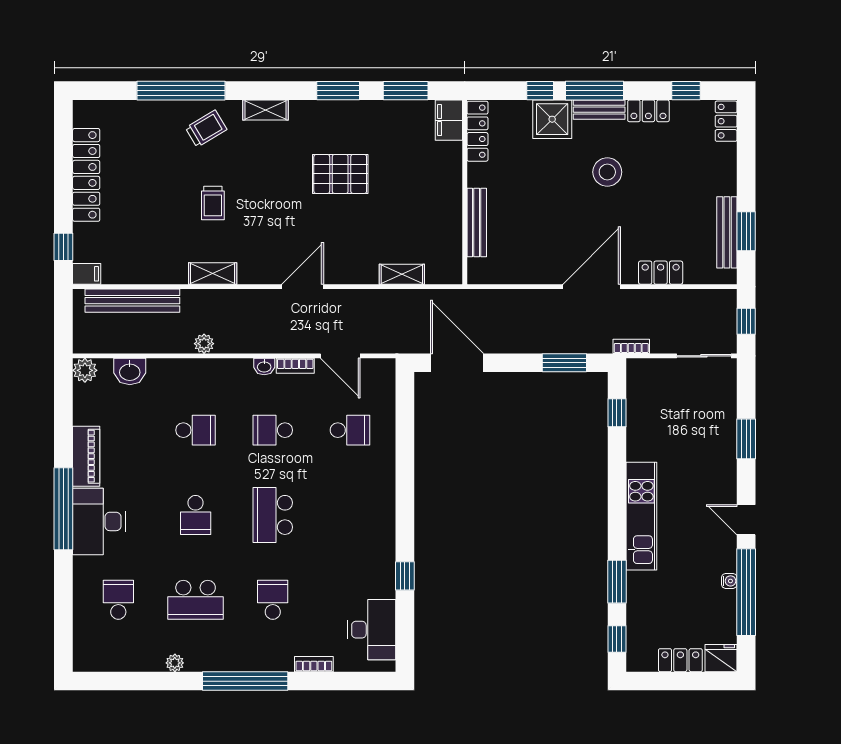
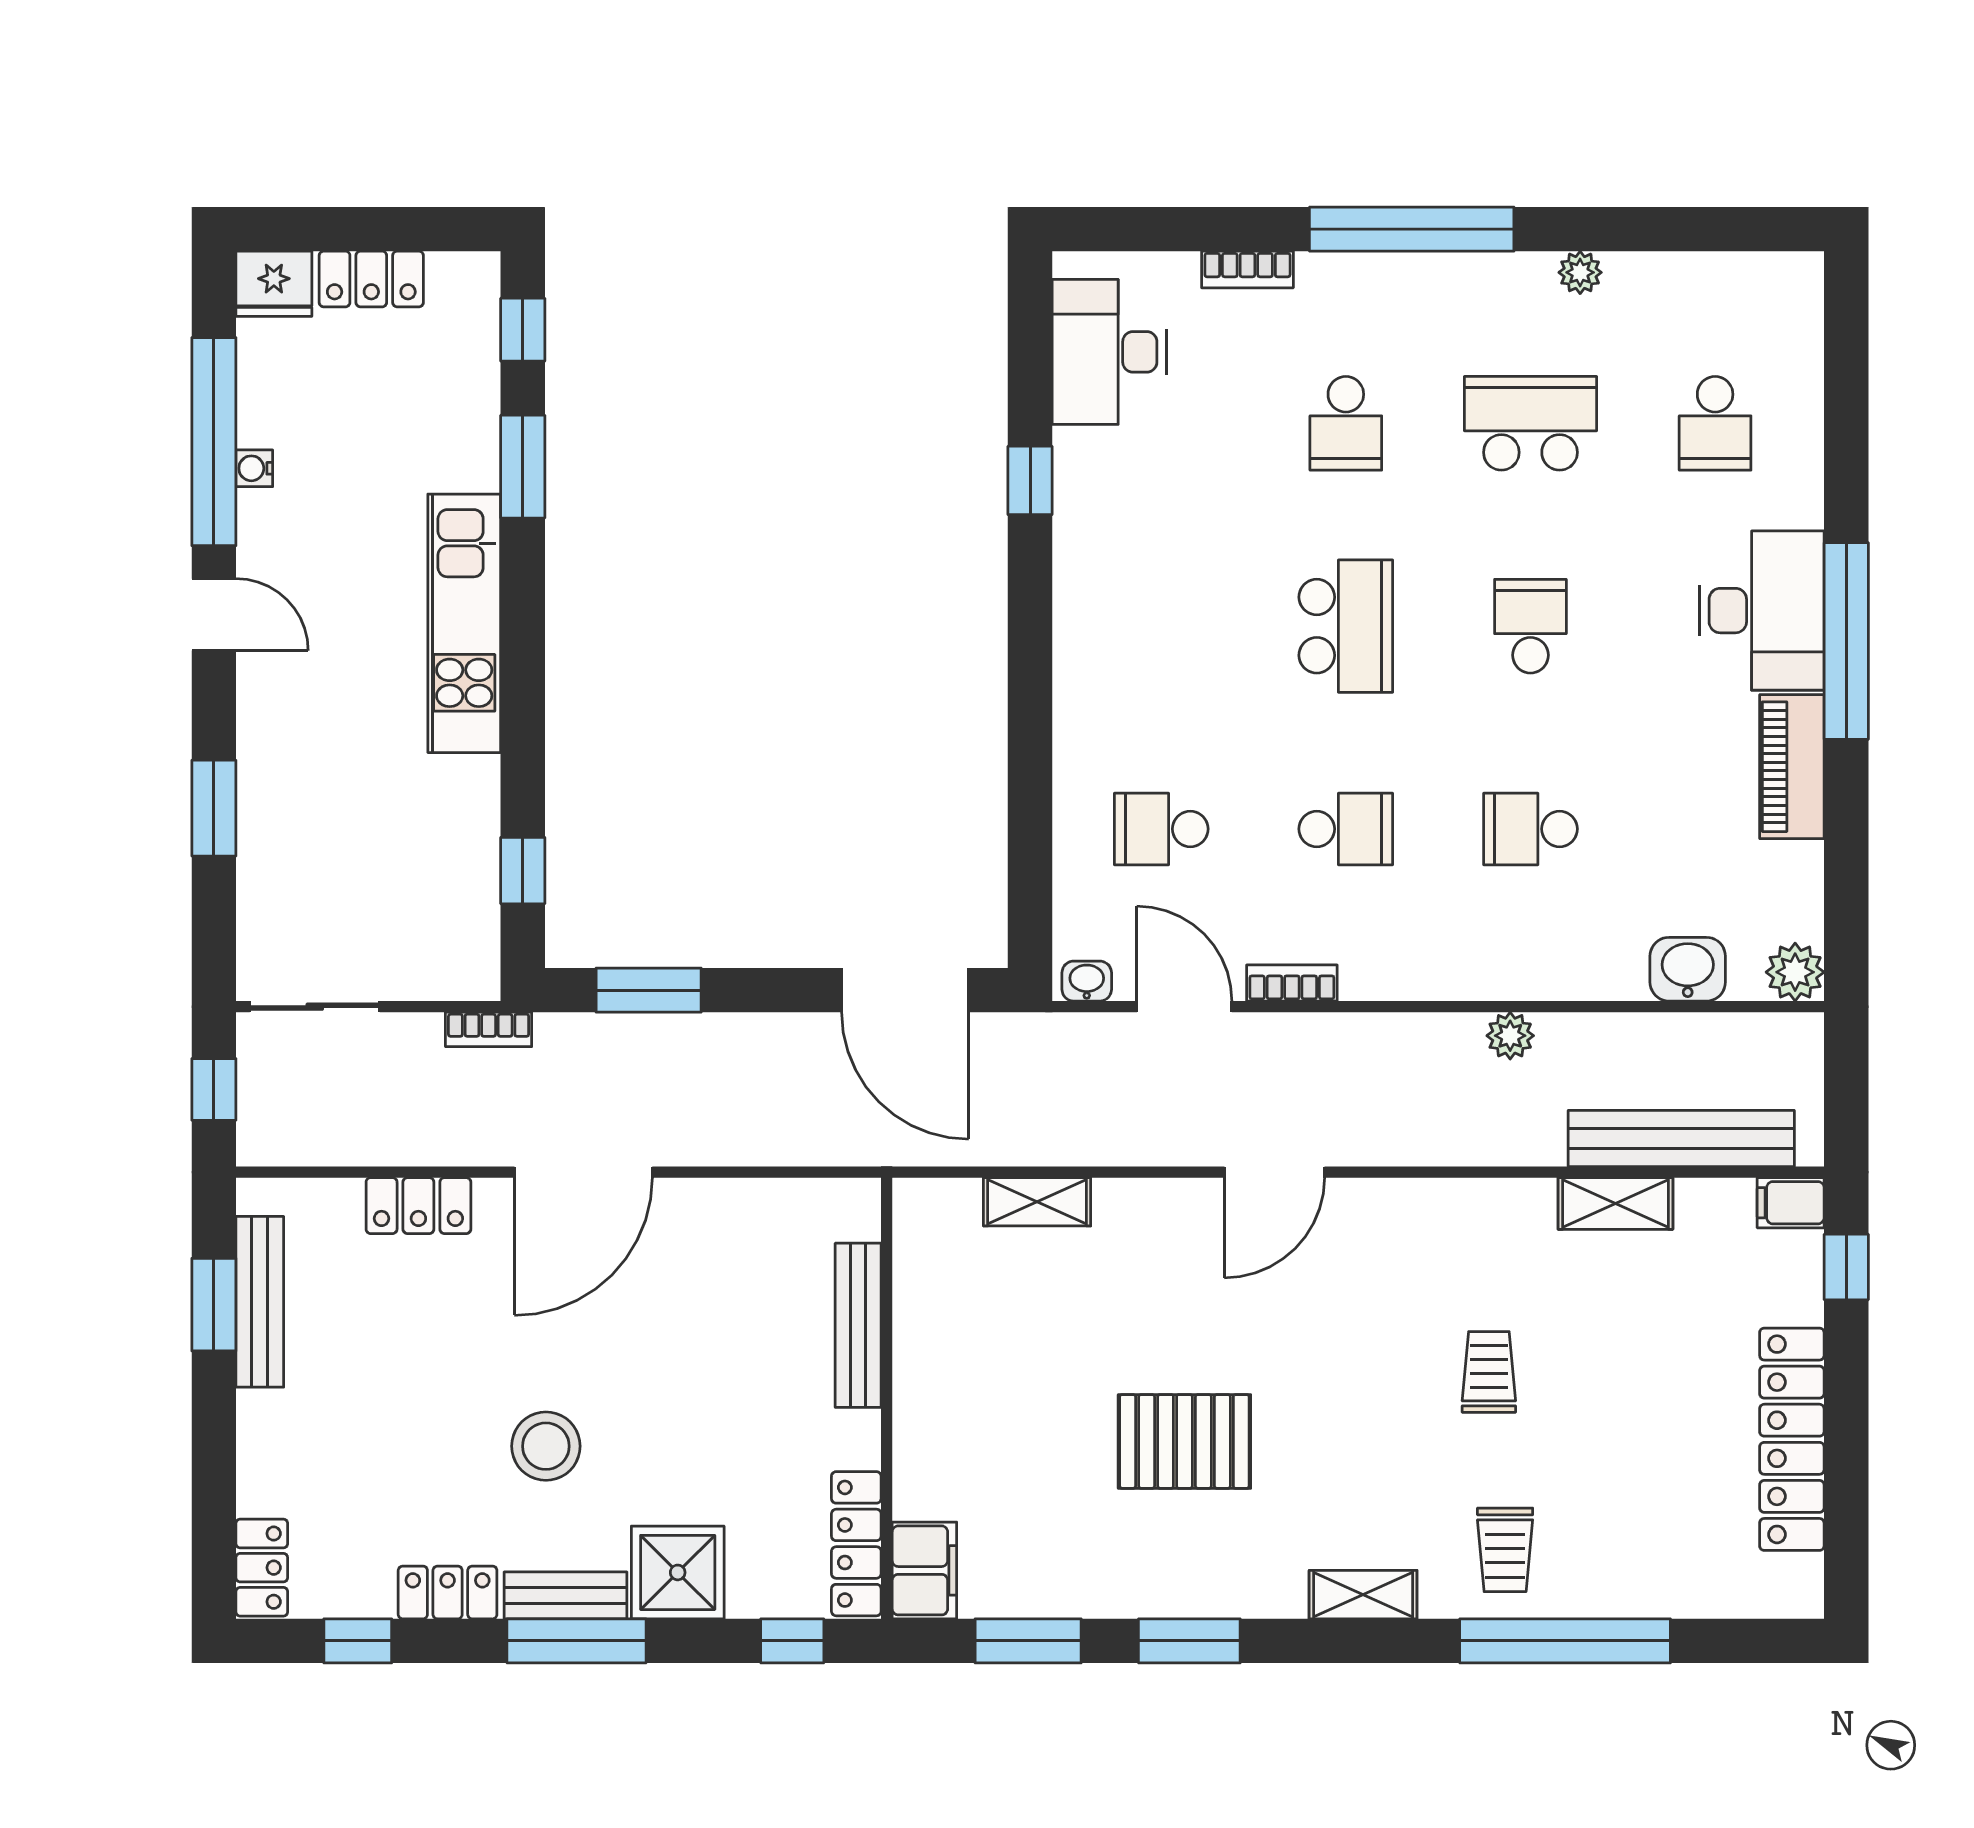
window: (540, 91) -> (792, 1641), moved
trolley: (206, 129) -> (1505, 1550), turned -59
shelving: (213, 274) -> (1615, 1203), moved
washbasin: (264, 367) -> (1087, 981), moved

